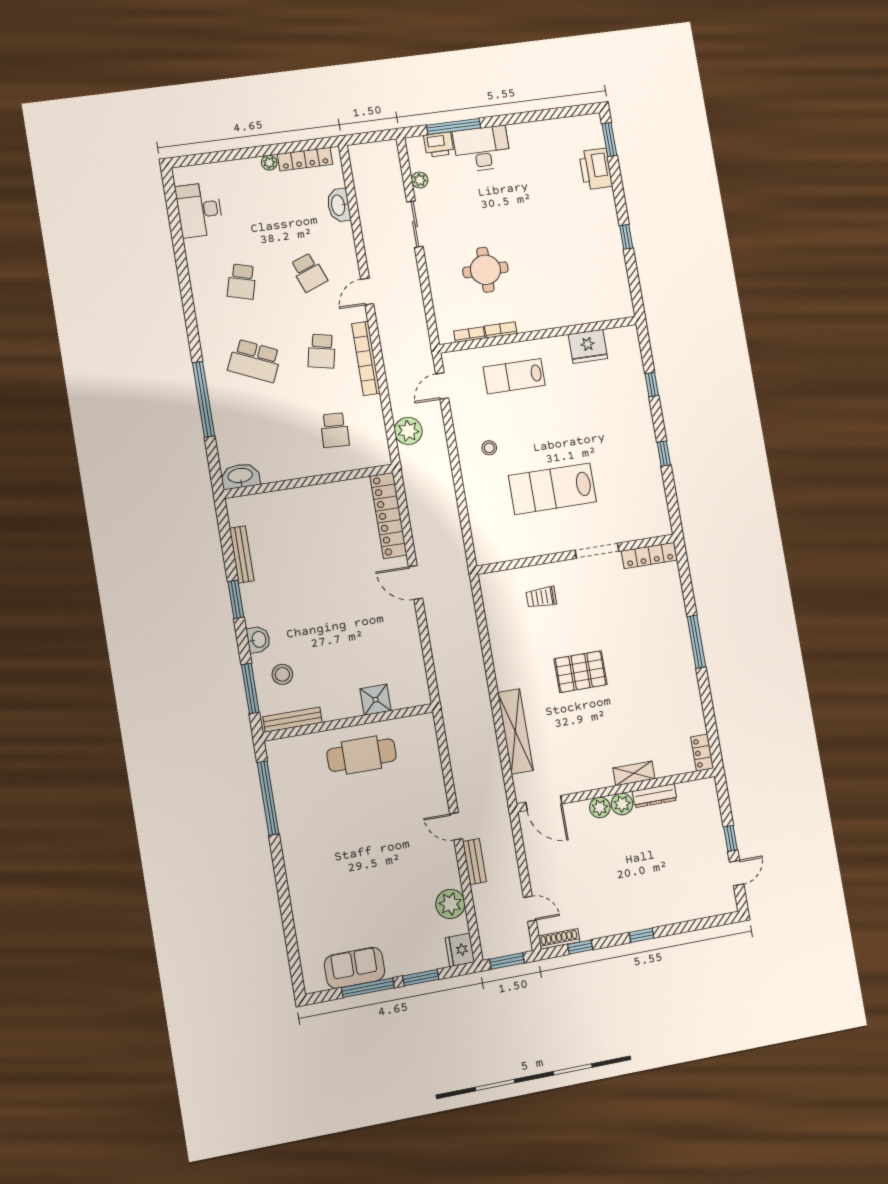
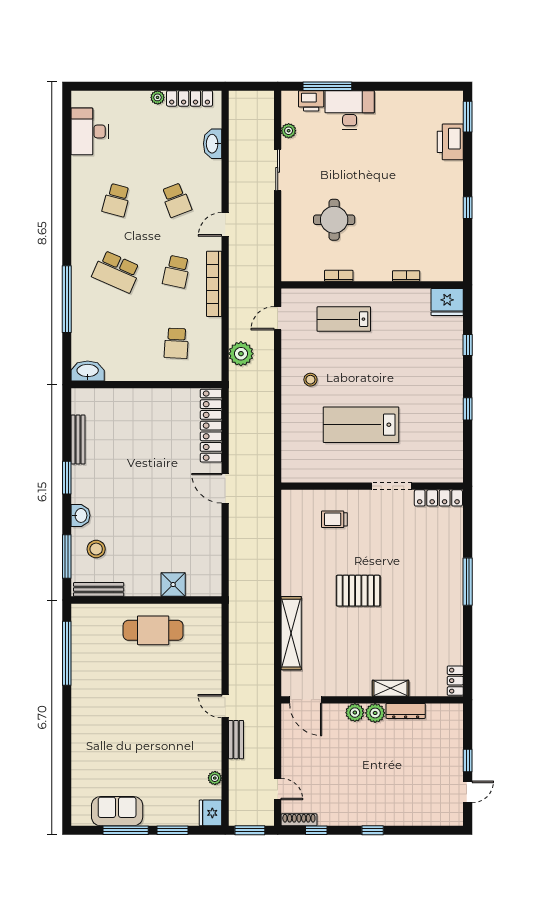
bookcase: (469, 335) -> (406, 276), moved
fridge: (588, 346) -> (447, 302), moved
plant: (450, 904) -> (215, 778), width x0.53, depth x0.53

